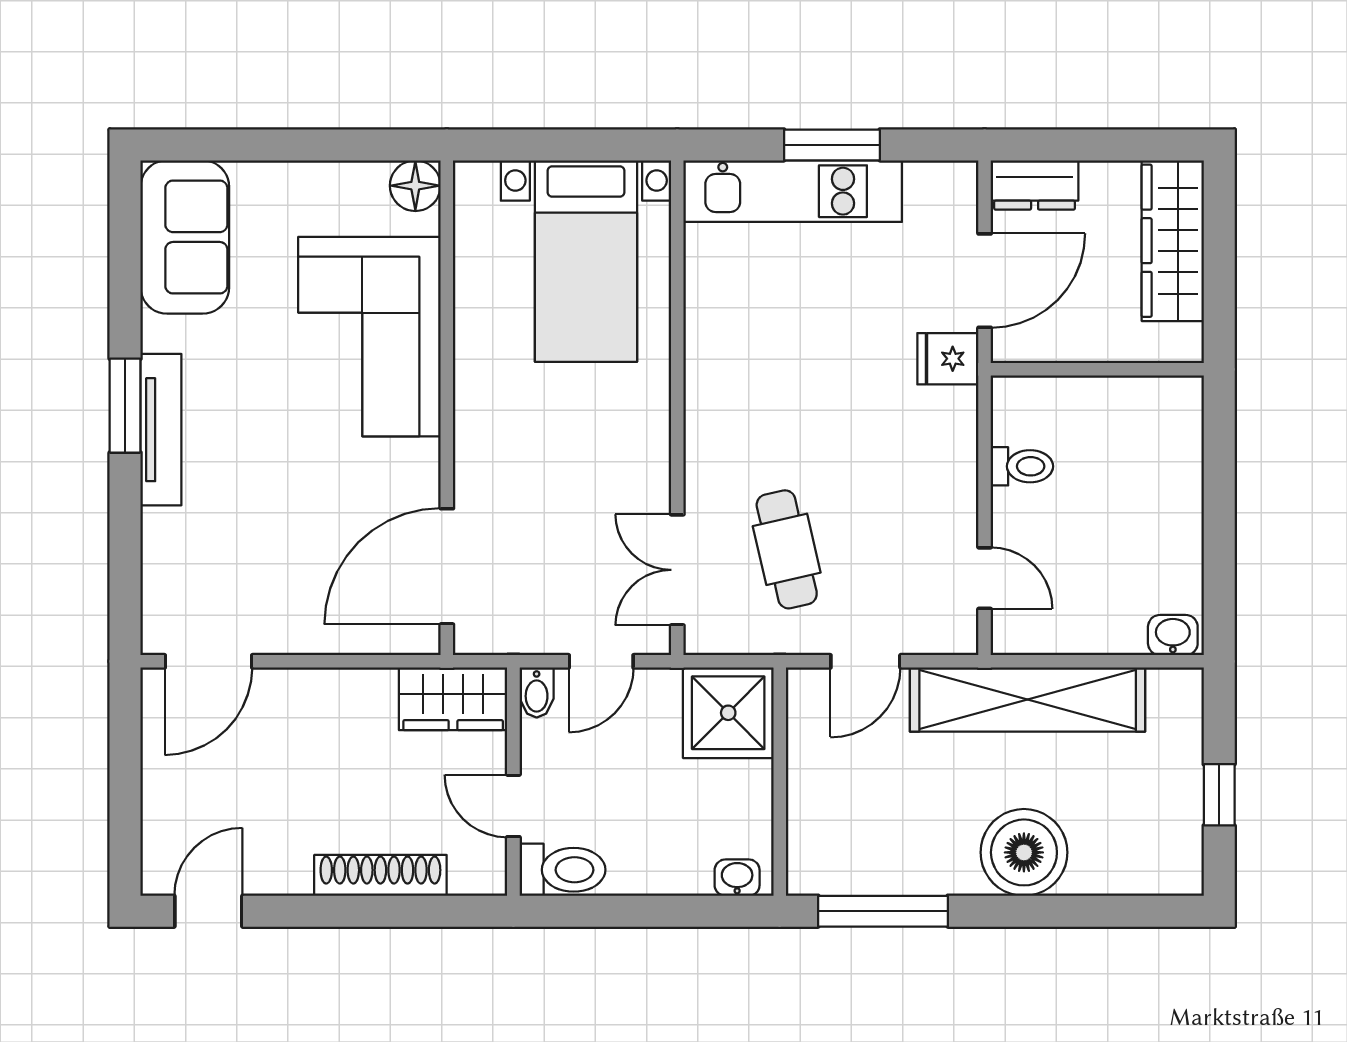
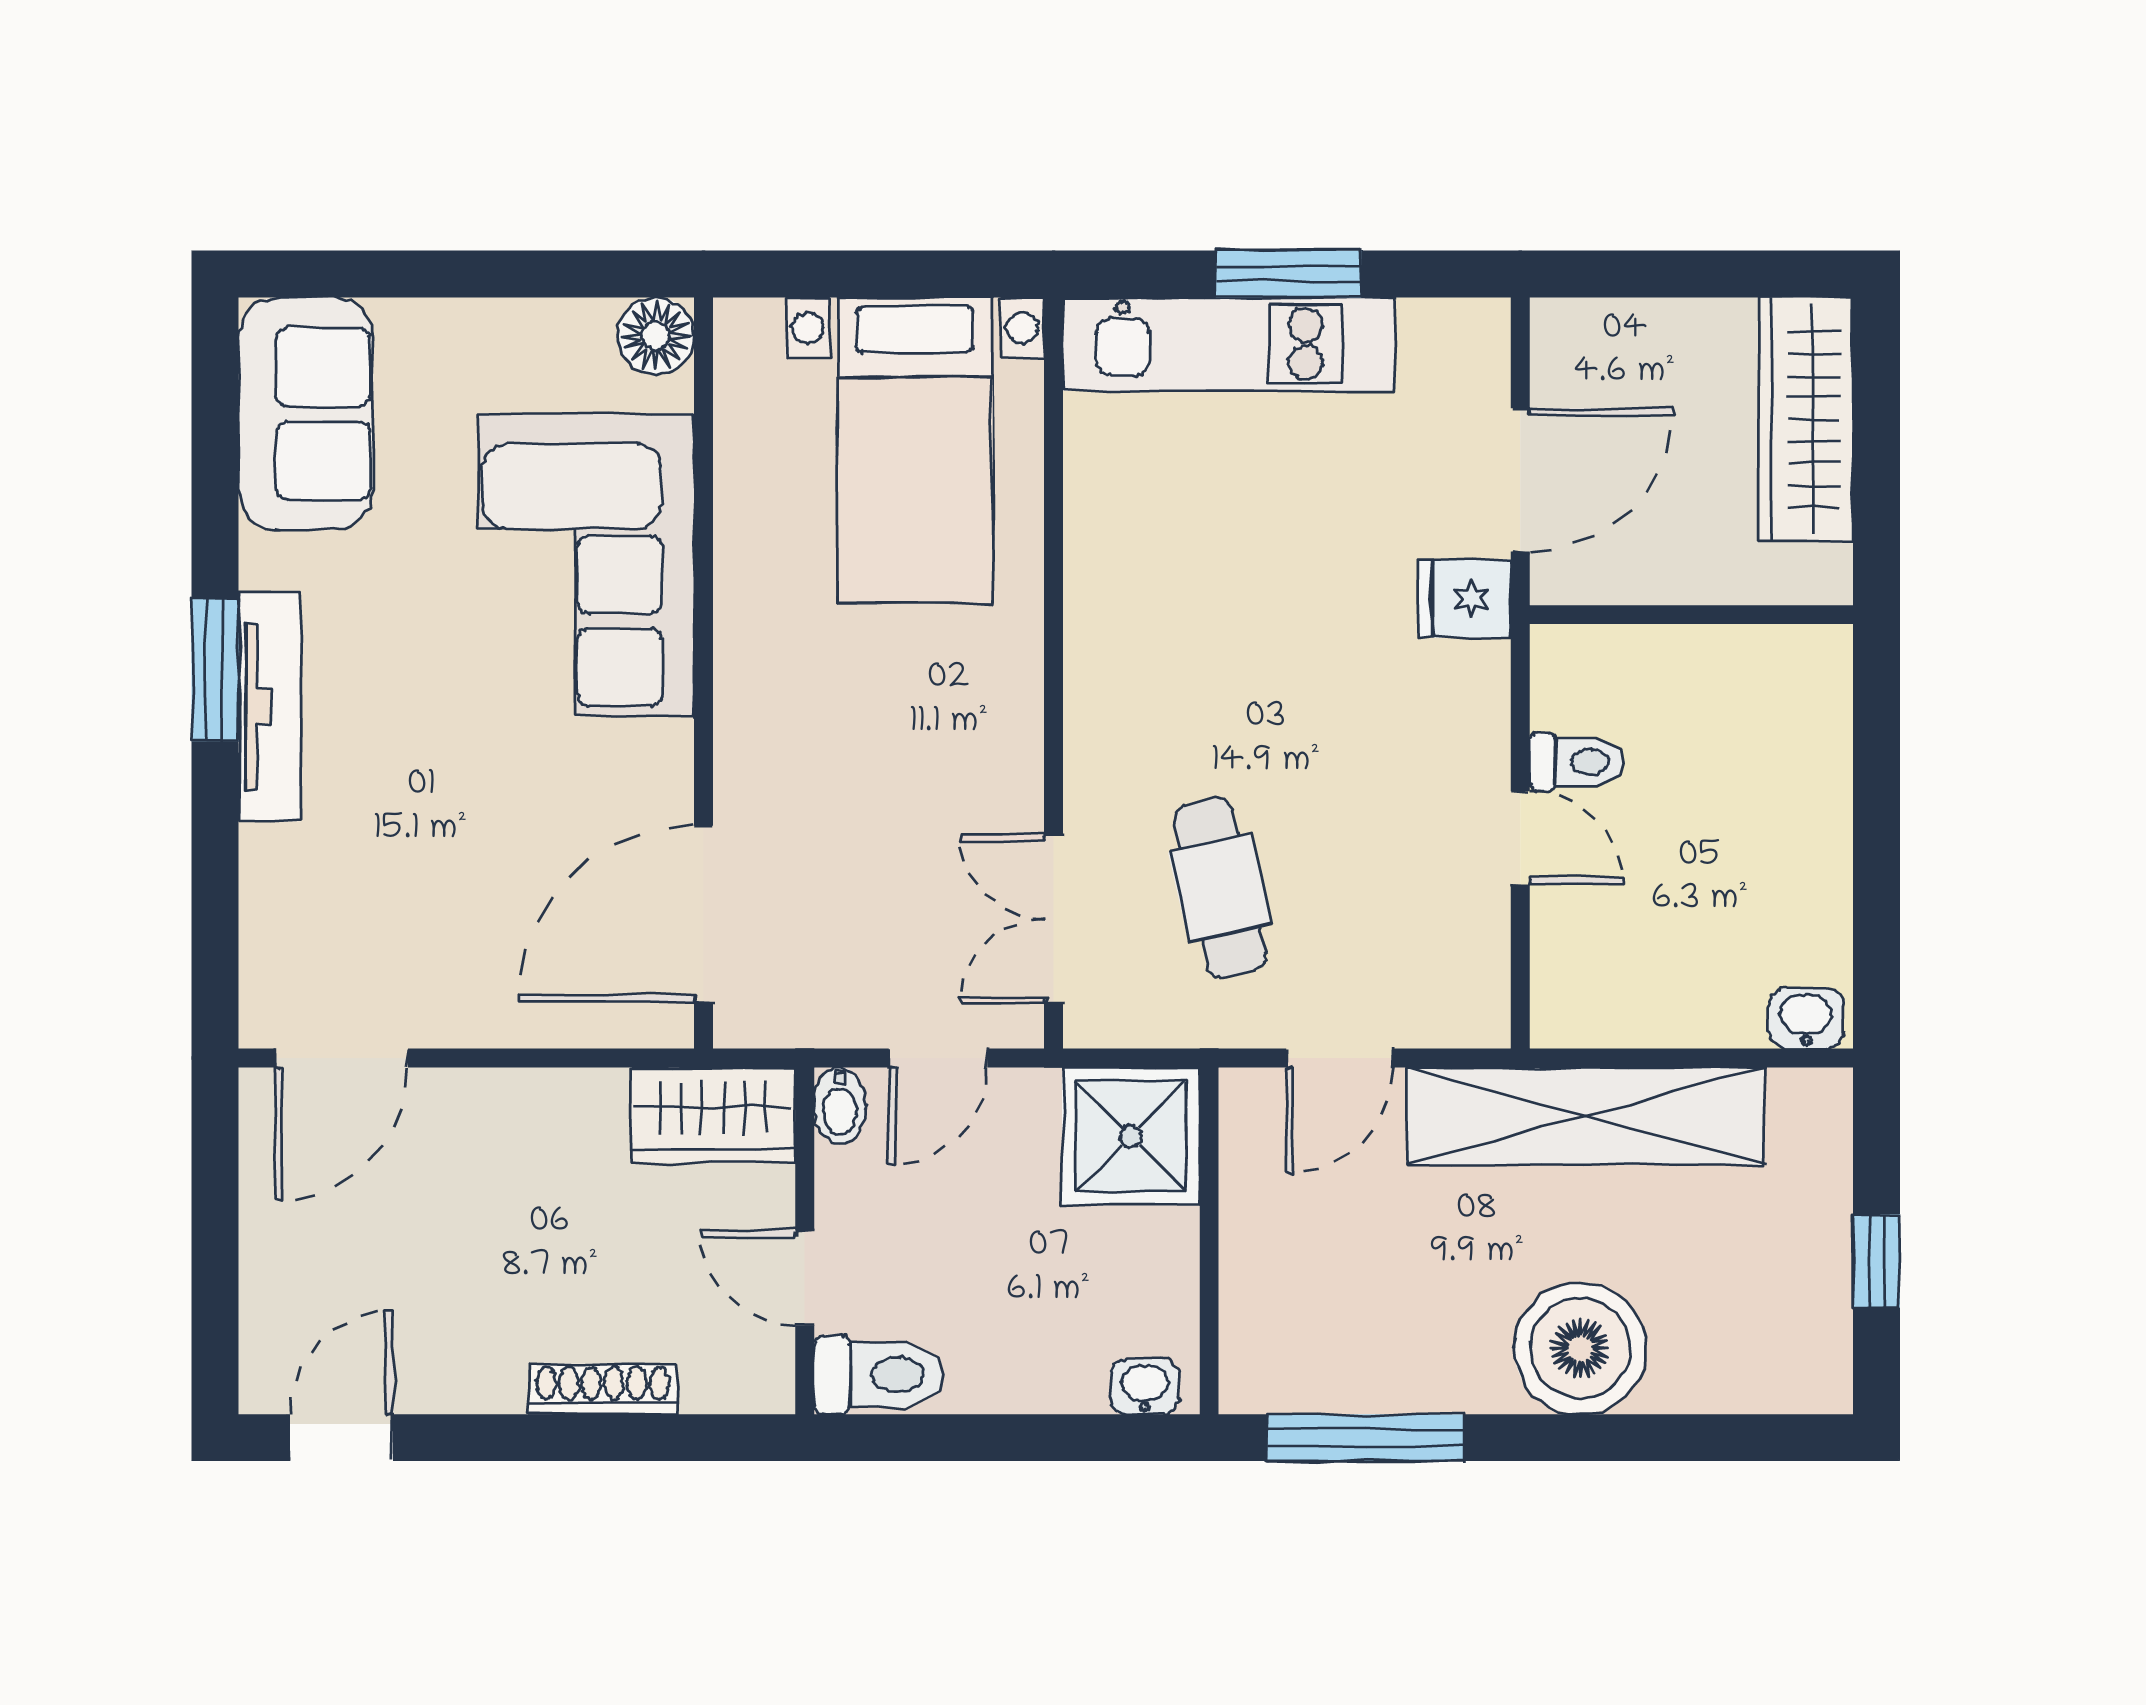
dresser: (1035, 185) -> (1596, 335), removed
door: (985, 578) -> (1520, 838), moved
shoe rack: (380, 875) -> (603, 1389), width x0.74, depth x0.81

